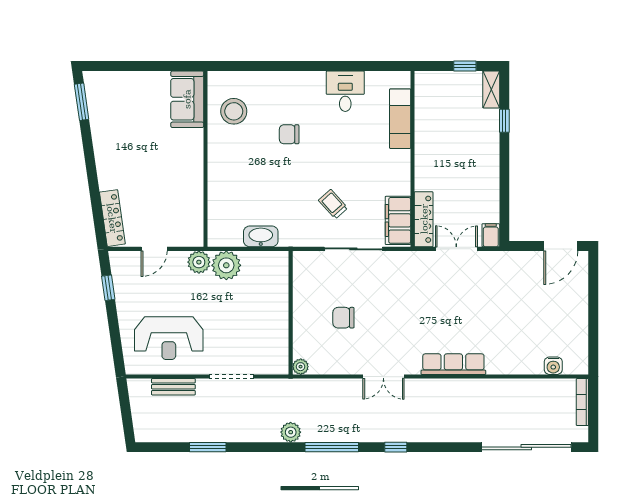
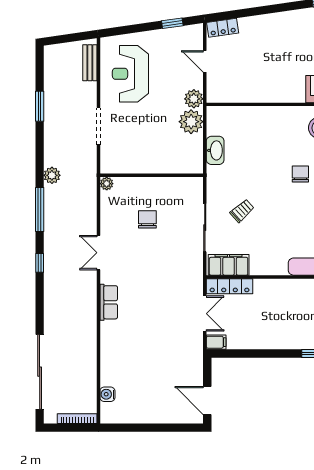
locker: (112, 218) -> (223, 28), width x0.66
row of seats: (453, 364) -> (109, 302), width x0.68
bench: (173, 387) -> (90, 63), moved

